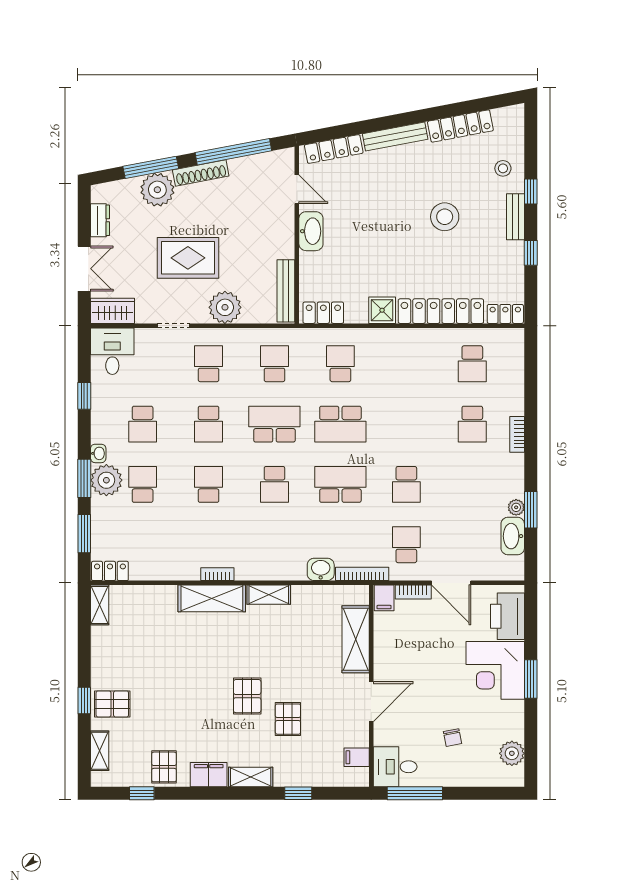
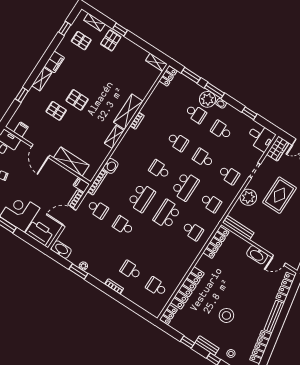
shower: (382, 310) -> (204, 263), removed
locker: (323, 313) -> (216, 242), width x1.53
washbasin: (513, 536) -> (61, 250), moved
pallet: (164, 767) -> (81, 41), moved

